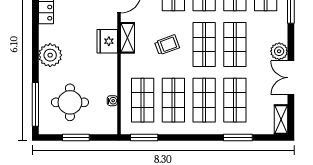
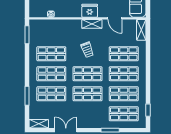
plant: (279, 51) -> (83, 123), removed
shop shelf: (143, 100) -> (51, 34), removed

